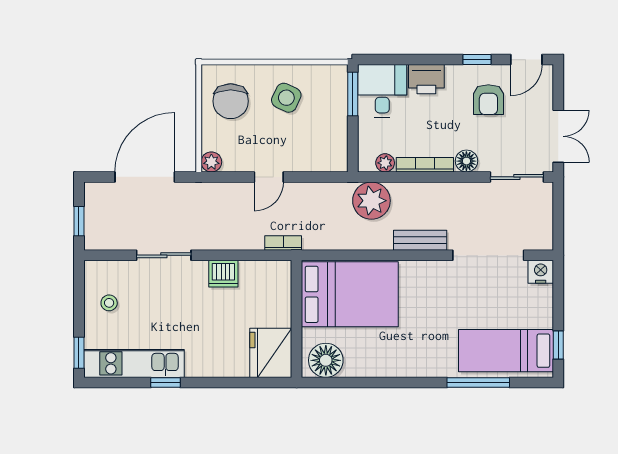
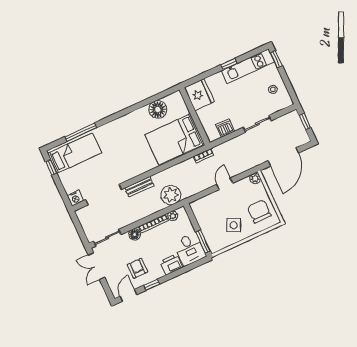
bed: (350, 294) -> (175, 139), moved
wall: (297, 319) -> (195, 116), moved
fridge: (271, 353) -> (199, 95), moved

